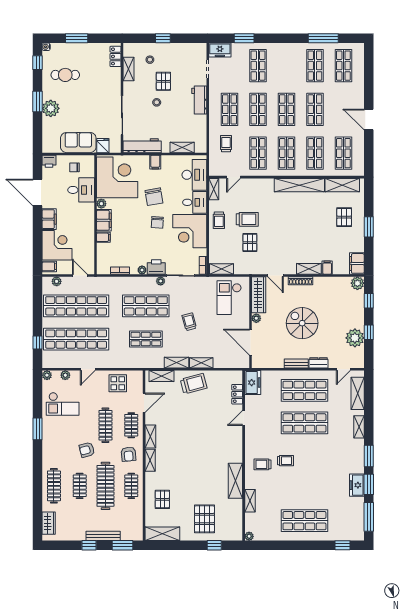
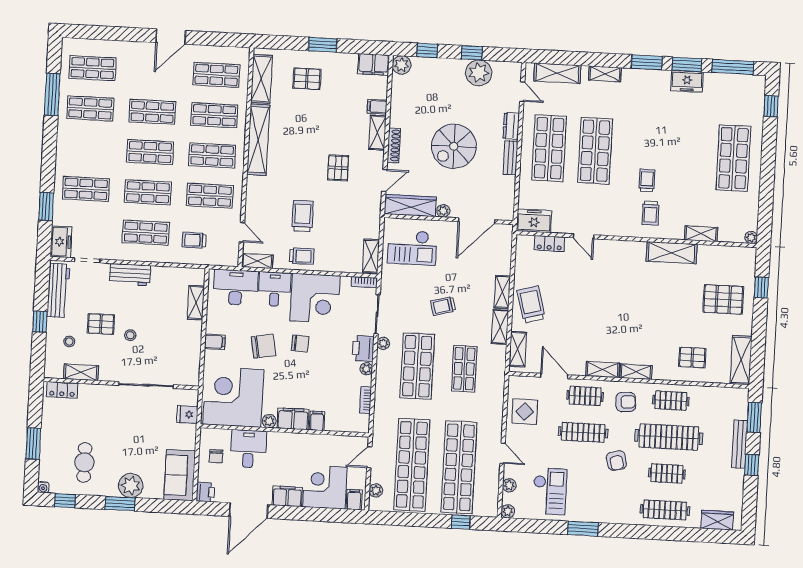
sofa: (78, 143) -> (180, 475), moved
workbench: (142, 146) -> (58, 290), moved, turned 180
pallet: (250, 243) -> (338, 168), moved, turned 90

